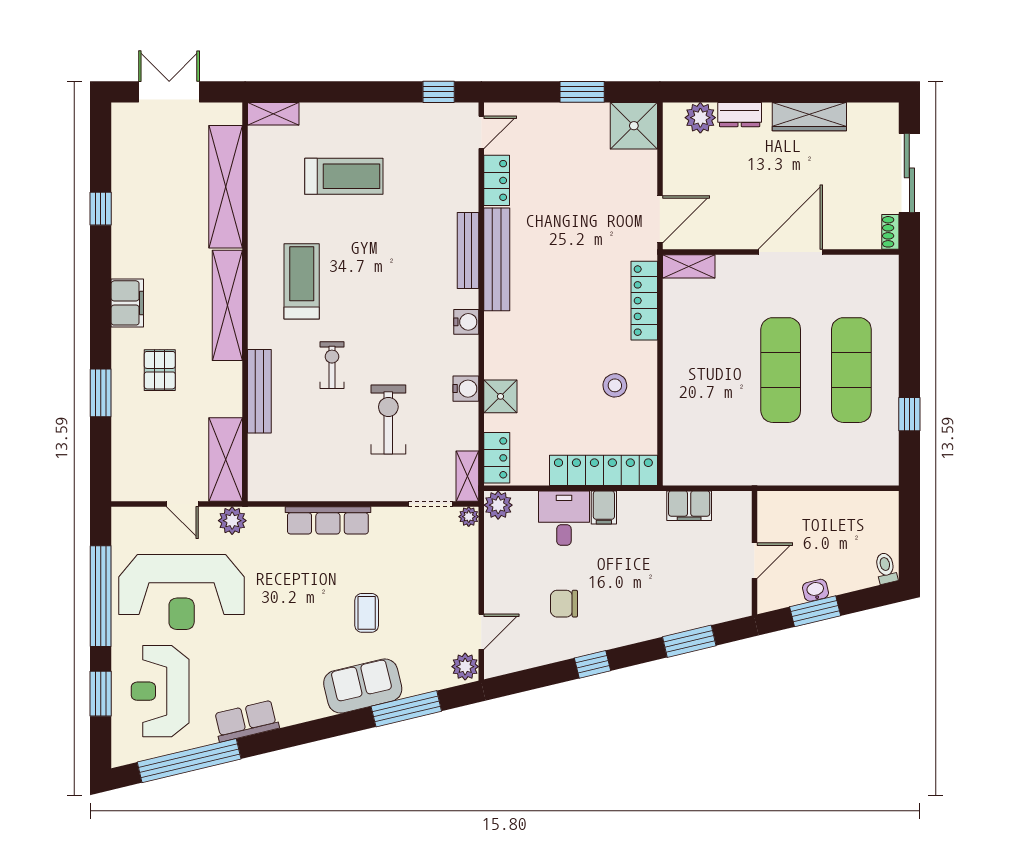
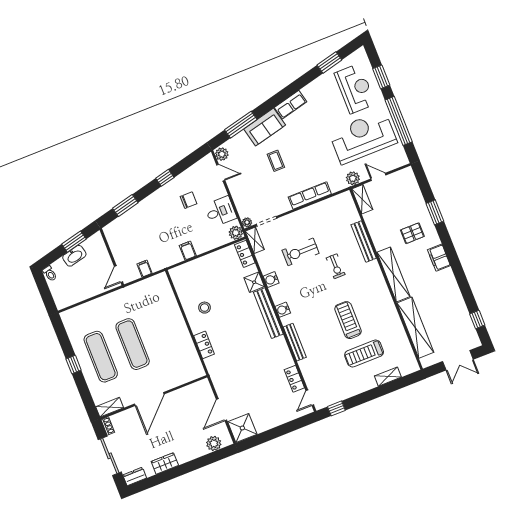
window: (582, 92) -> (272, 434), removed
shelving: (273, 114) -> (388, 377), moved
dresser: (740, 115) -> (135, 476), moved
wardrobe: (809, 117) -> (165, 463), width x0.67
window: (101, 209) -> (477, 320), moved
door: (660, 219) -> (222, 410), moved
bench: (497, 259) -> (268, 313), moved
shelving: (689, 266) -> (110, 407), moved
treadmill: (302, 281) -> (348, 320), moved, turned 180
locker: (644, 301) -> (204, 345), width x0.66
pallet: (160, 370) -> (412, 233), turned 90
window: (909, 414) -> (74, 364), moved
exercise bike: (388, 419) -> (301, 252), turned 90
shelving: (226, 459) -> (362, 199), width x0.67, depth x0.75
locker: (603, 470) -> (195, 267), removed
filing cabinet: (689, 506) -> (145, 269), width x0.50
desk: (564, 518) -> (220, 211), moved, turned -90
door: (754, 561) -> (119, 274), moved
washbasin: (816, 590) -> (74, 256), width x1.91, depth x1.45
door: (481, 632) -> (221, 173), swing flipped
row of seats: (246, 721) -> (291, 105), moved
window: (189, 761) -> (329, 62), width x0.47

